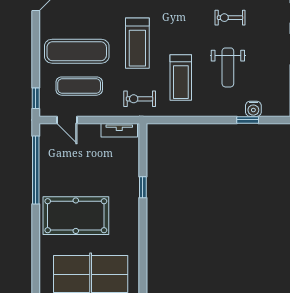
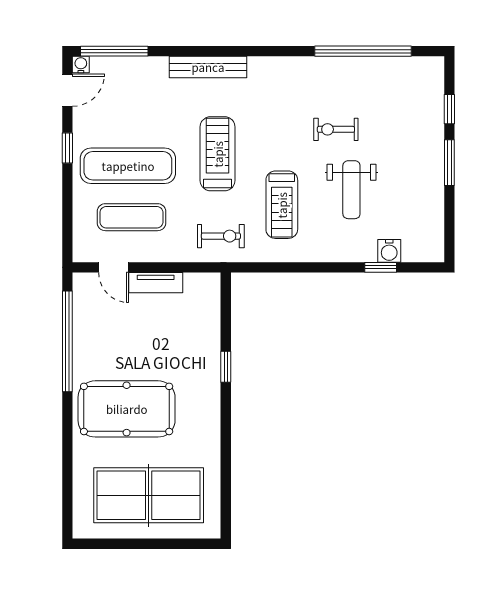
exercise bike: (230, 18) -> (336, 129), moved
treadmill: (137, 43) -> (218, 154), turned 180
window: (36, 98) -> (67, 148), moved
exercise bike: (140, 99) -> (221, 236), turned 180
tv unit: (119, 130) -> (156, 283), moved

